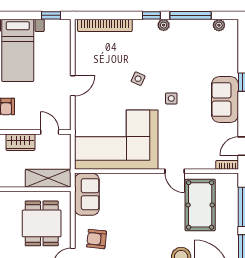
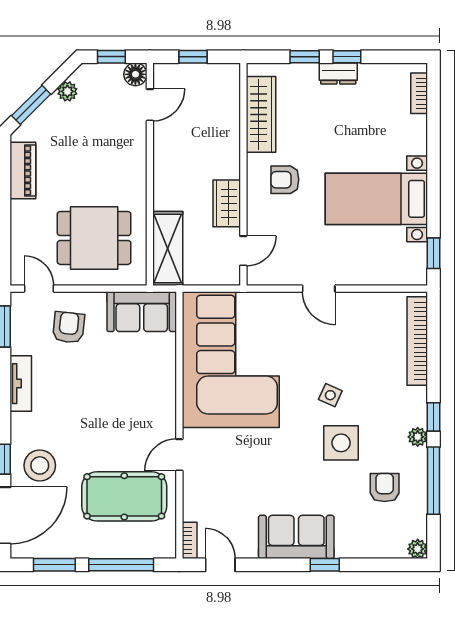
plant: (219, 25) -> (418, 549), moved
armchair: (195, 45) -> (385, 488), added
side table: (171, 98) -> (341, 443), moved, width x1.87, depth x1.87

